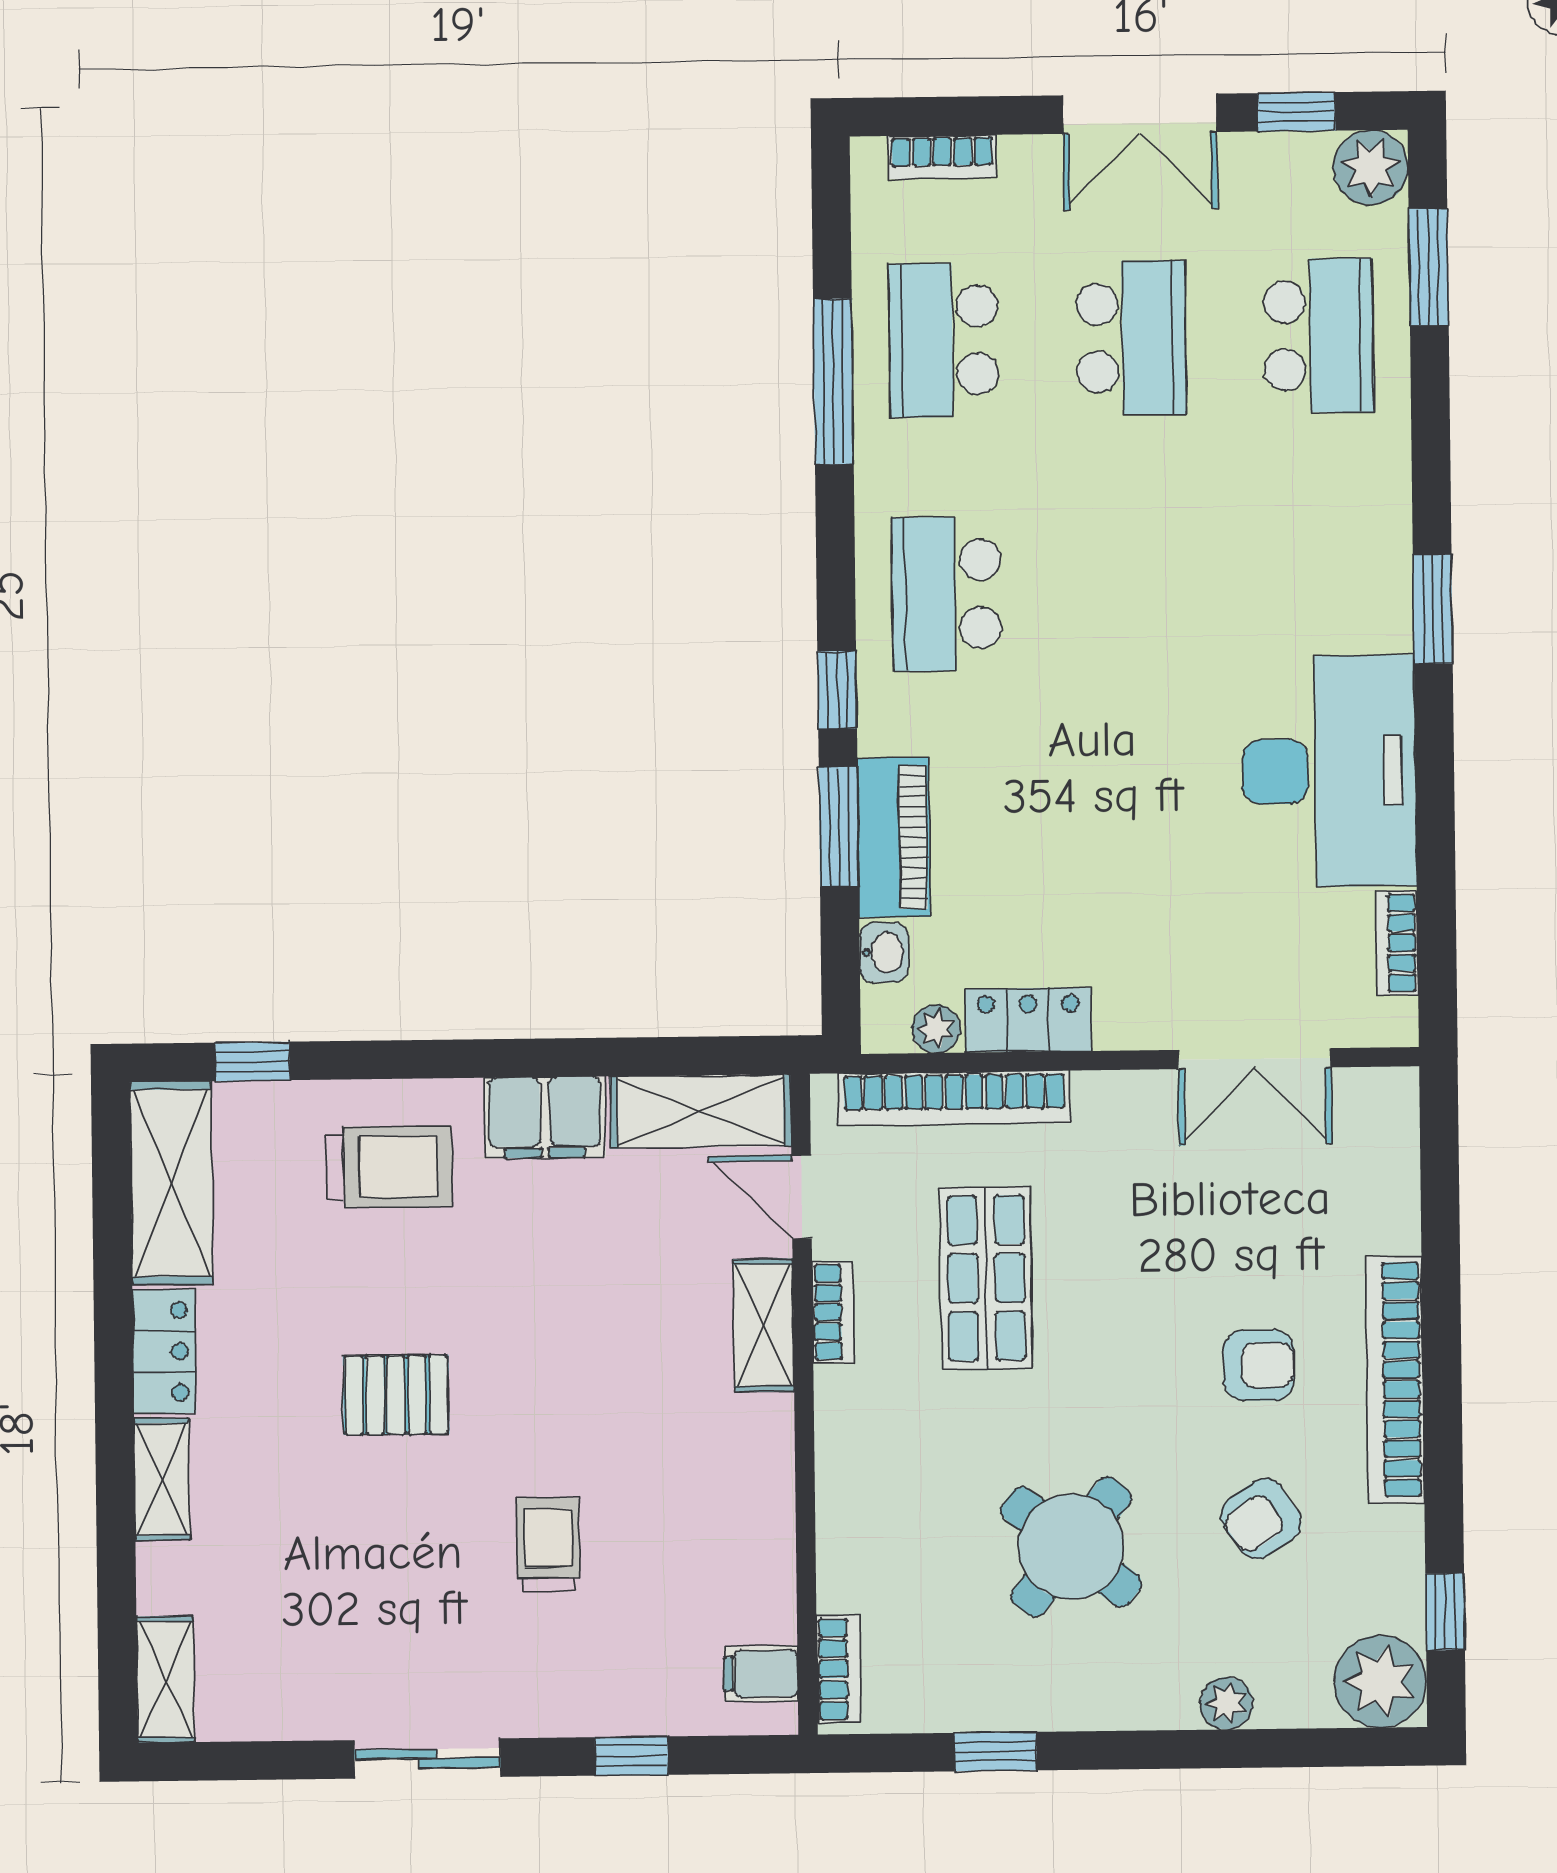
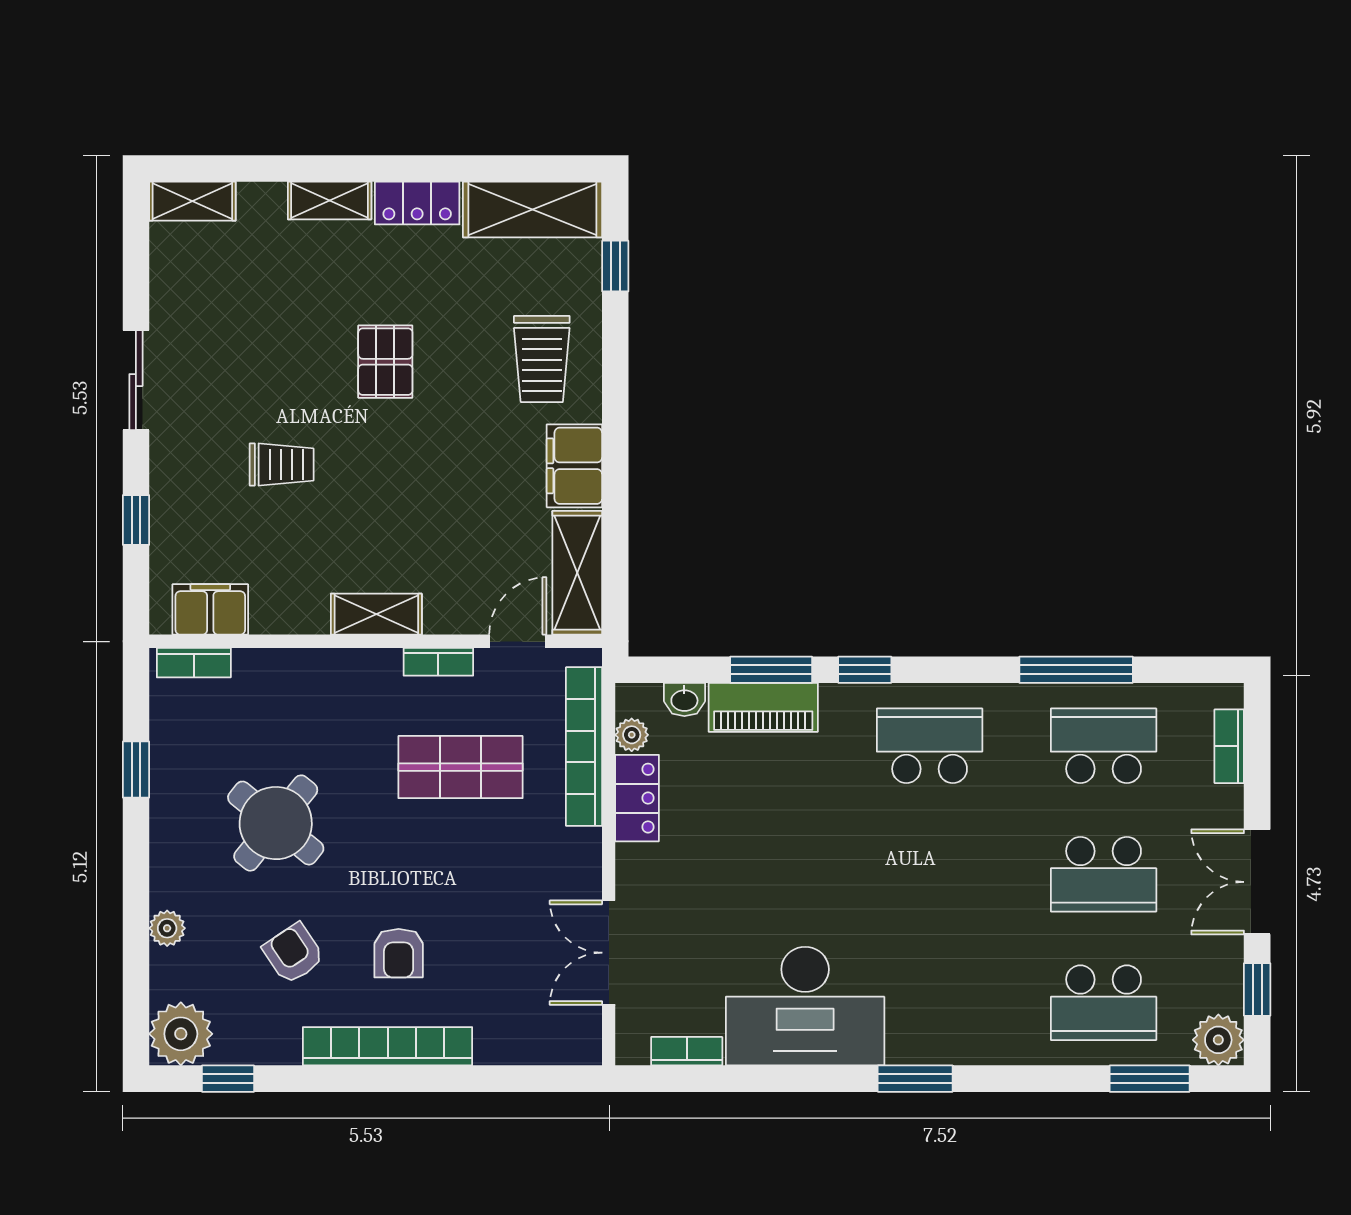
shelving: (764, 1325) -> (376, 614), moved
filing cabinet: (761, 1674) -> (210, 609), width x2.00

